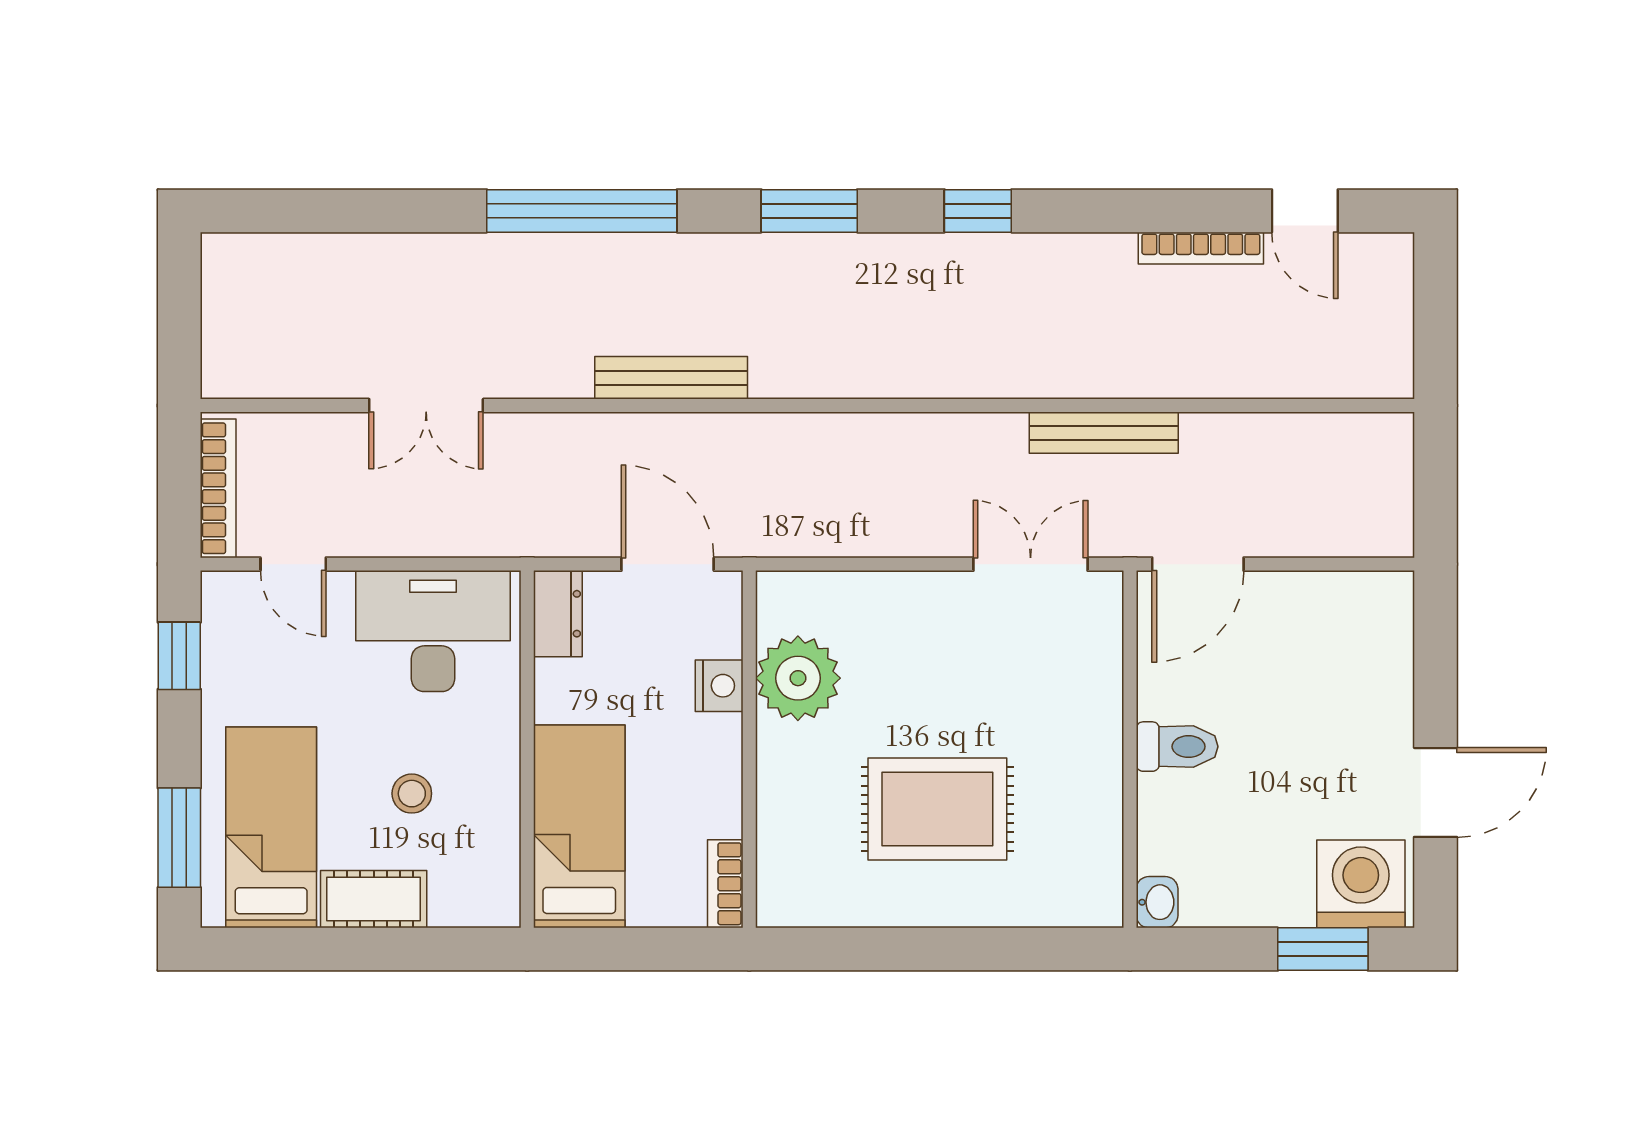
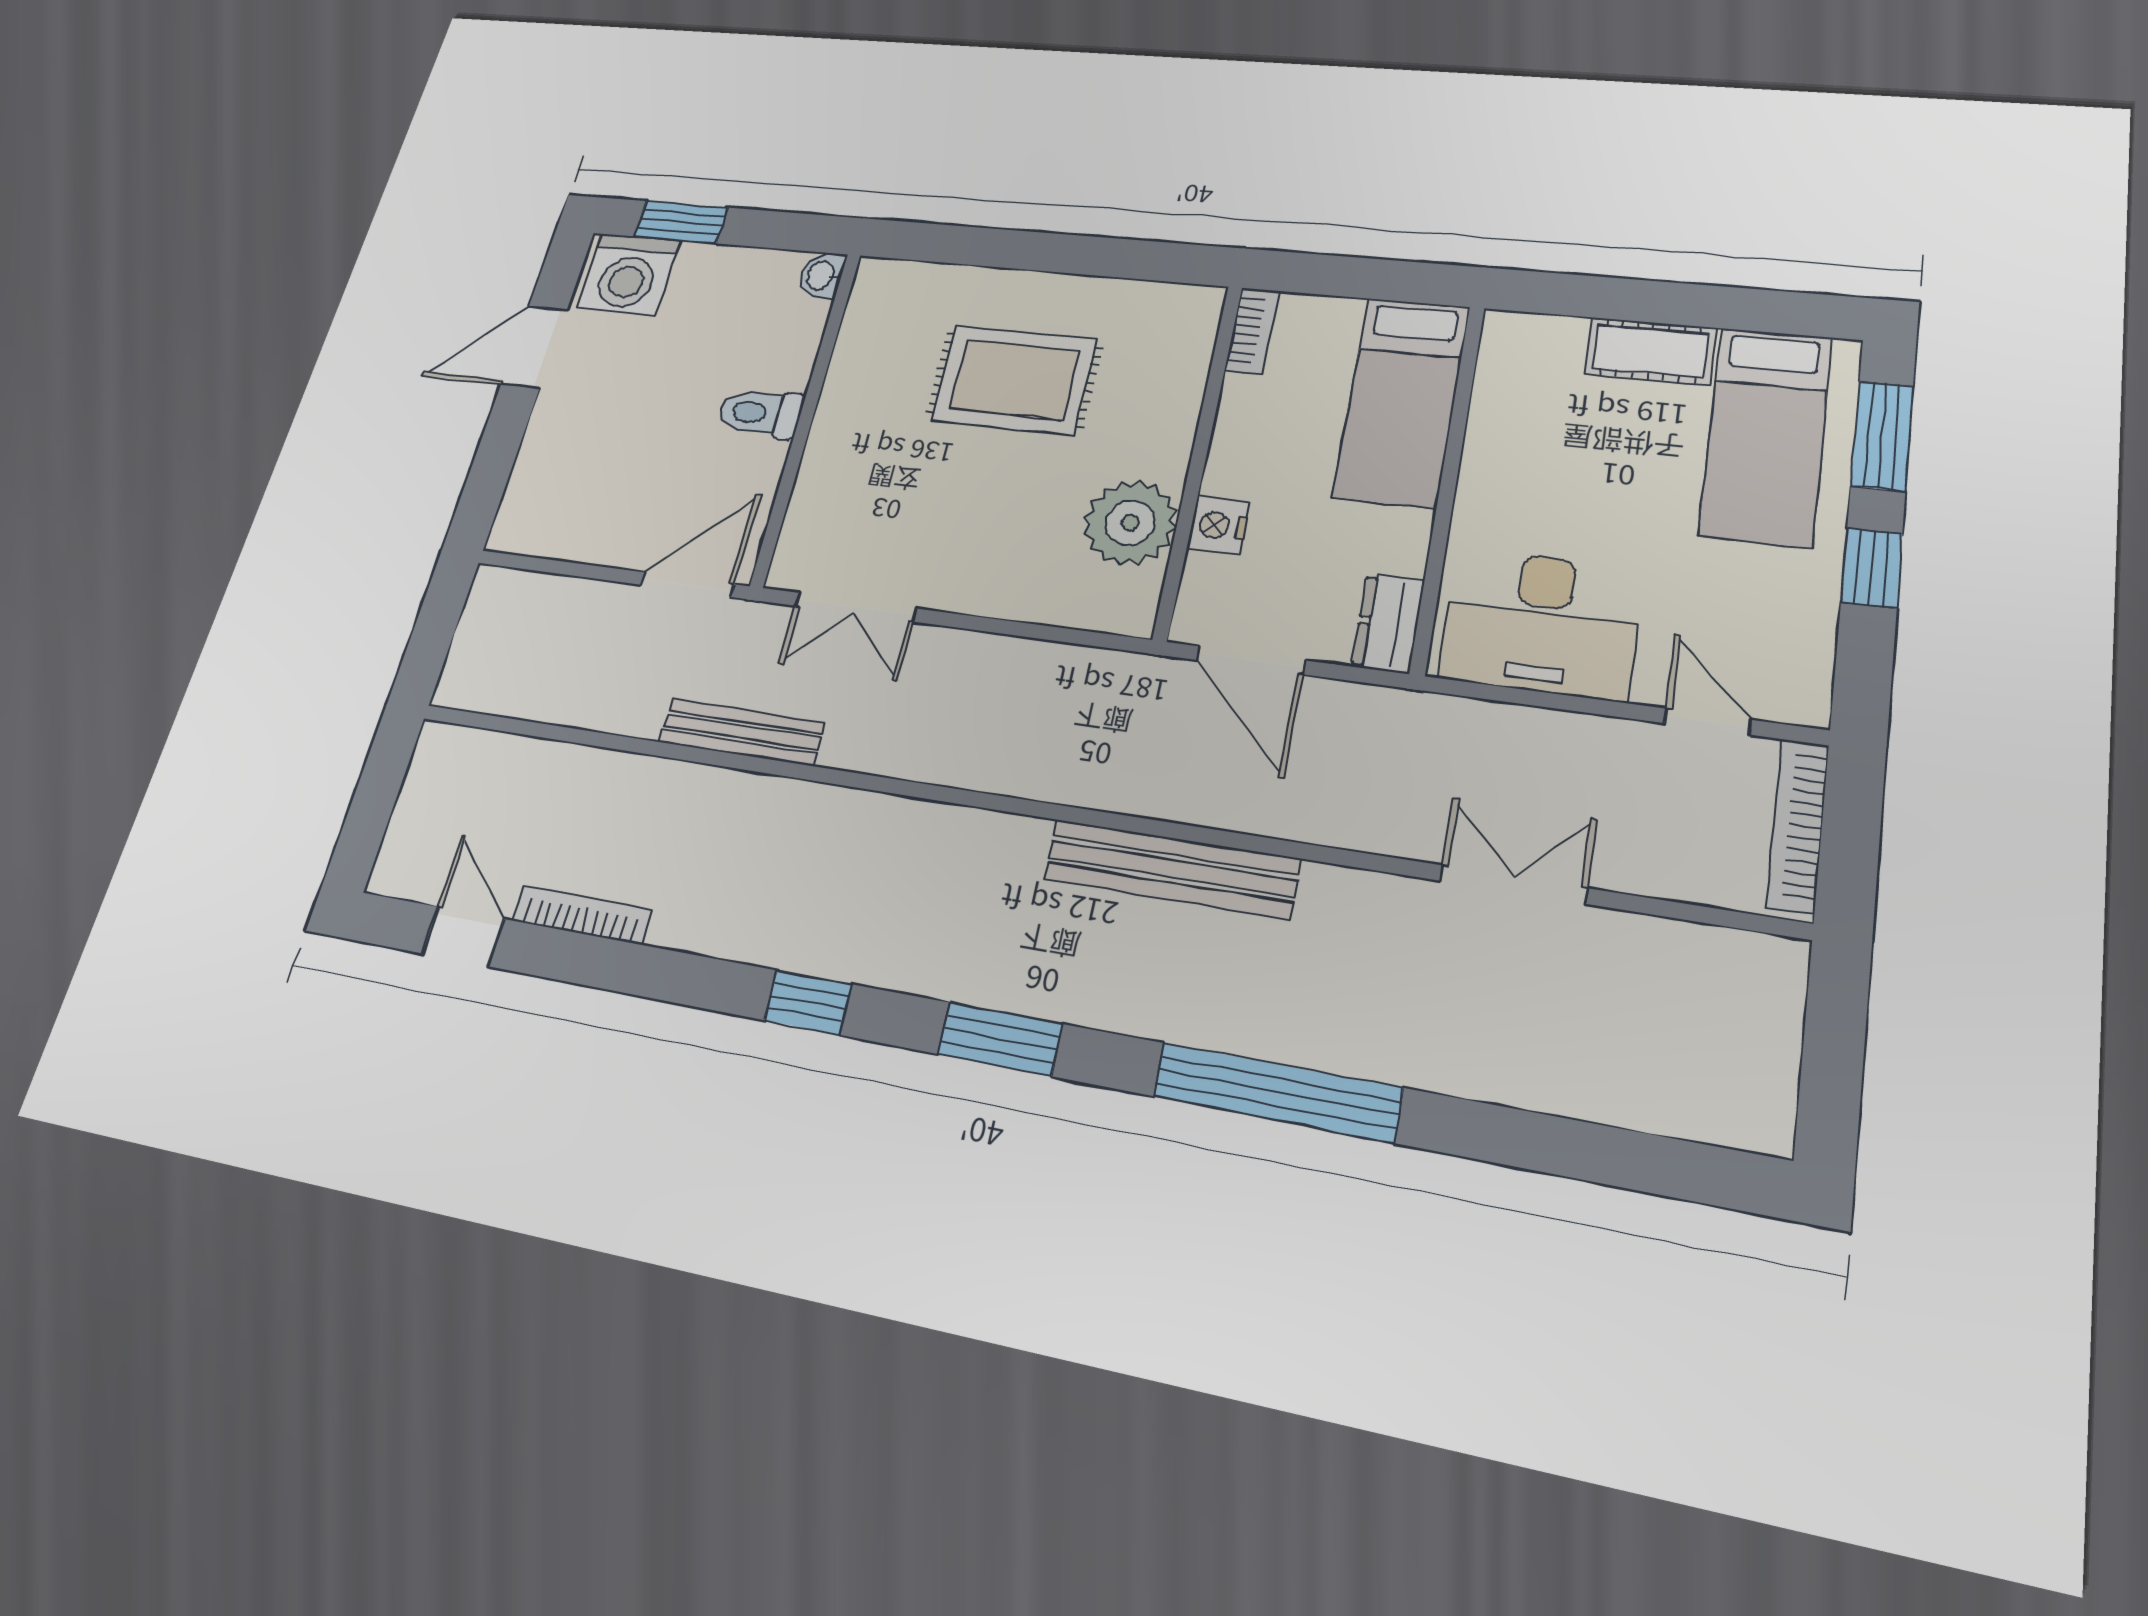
bench: (671, 378) -> (1171, 869), width x1.37, depth x1.21
window: (179, 656) -> (1872, 568), moved
stool: (412, 794) -> (1591, 453), removed

